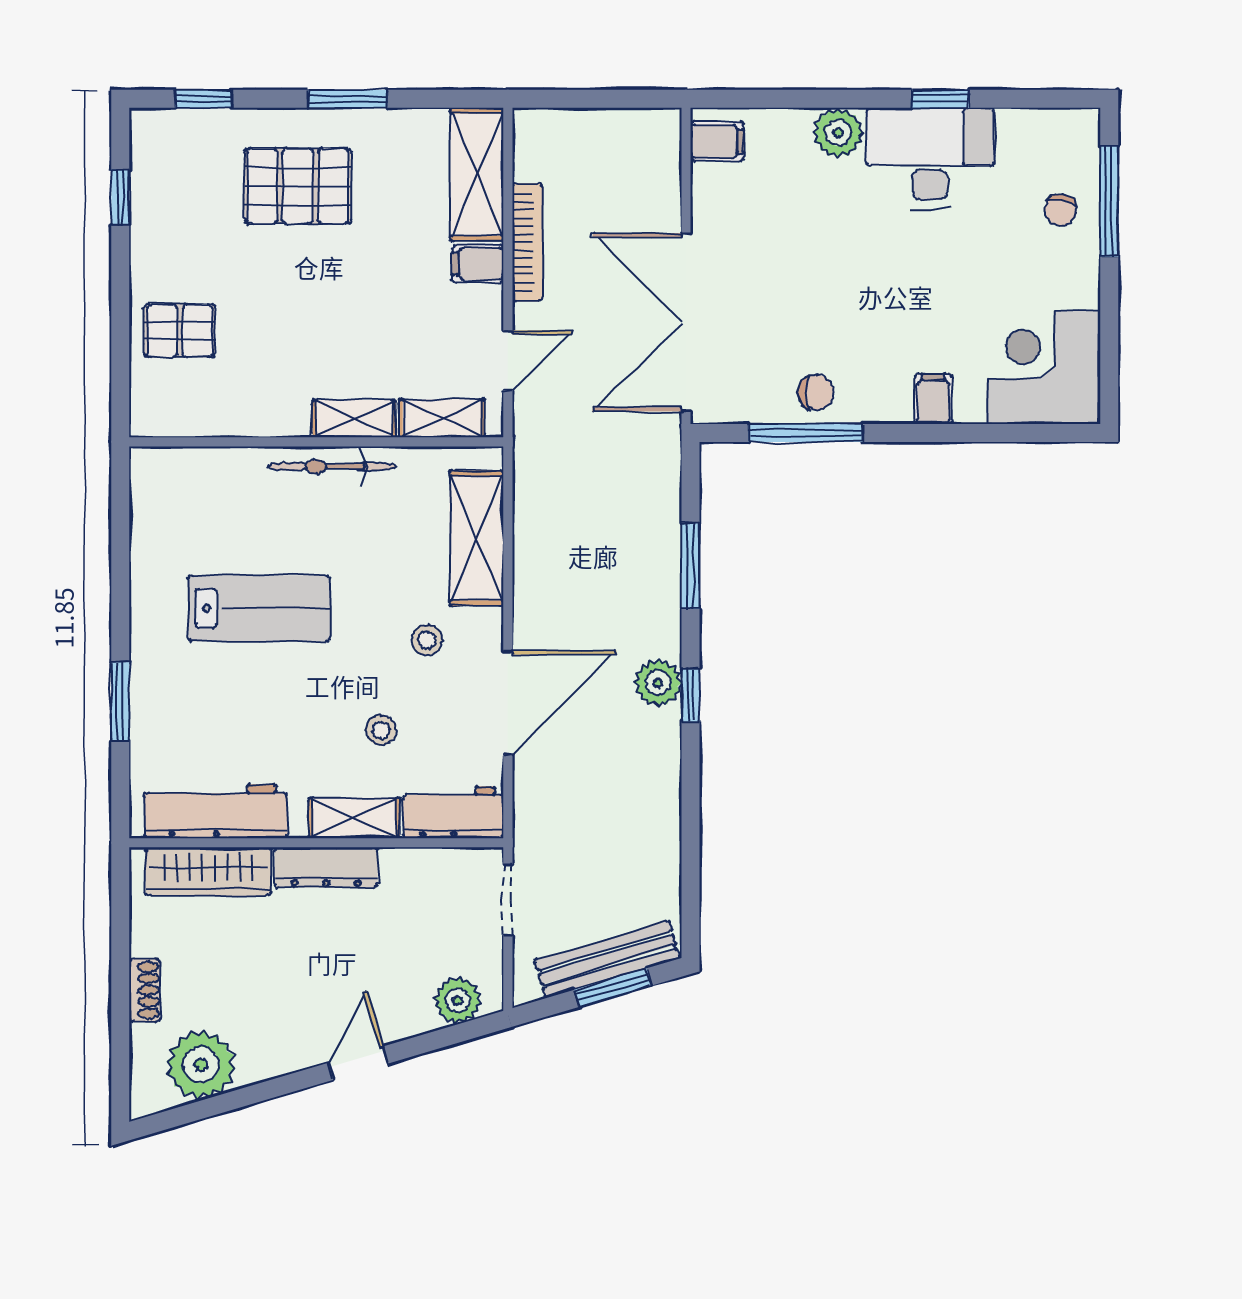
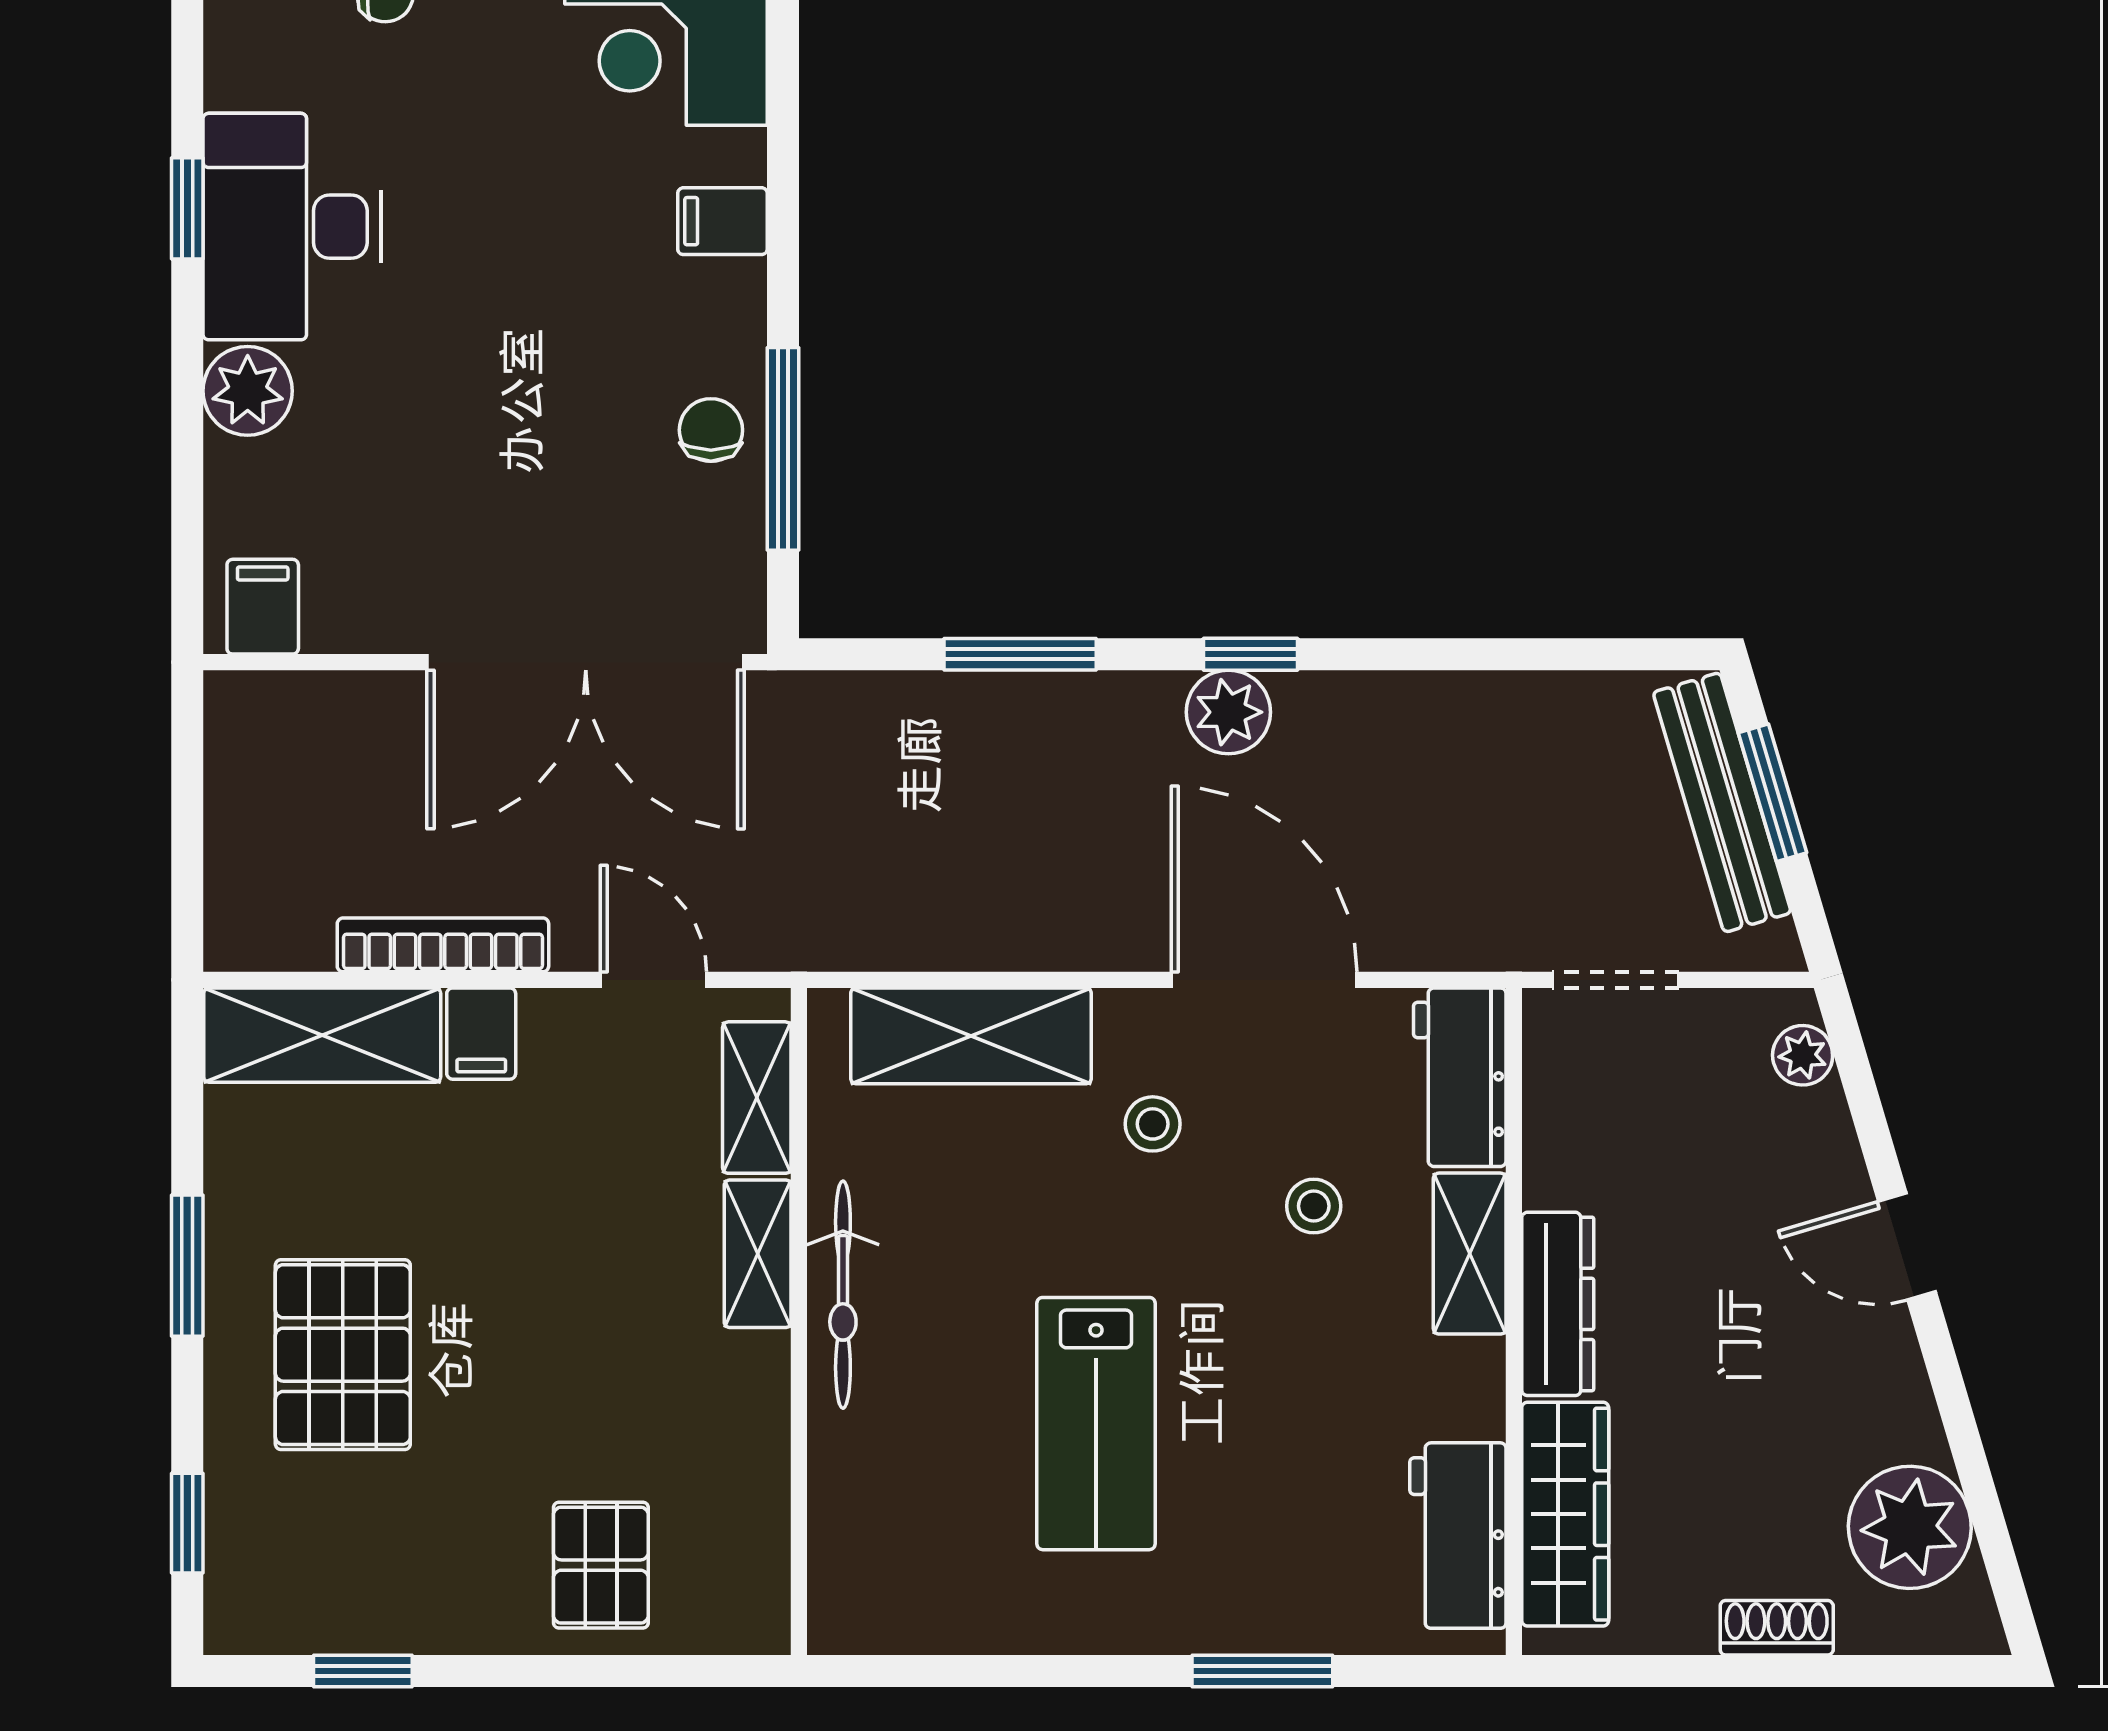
lab bench: (259, 608) -> (1096, 1424), turned 180
workbench: (216, 811) -> (1458, 1536), width x0.73
plant: (458, 1000) -> (1803, 1055), width x0.73, depth x0.73

